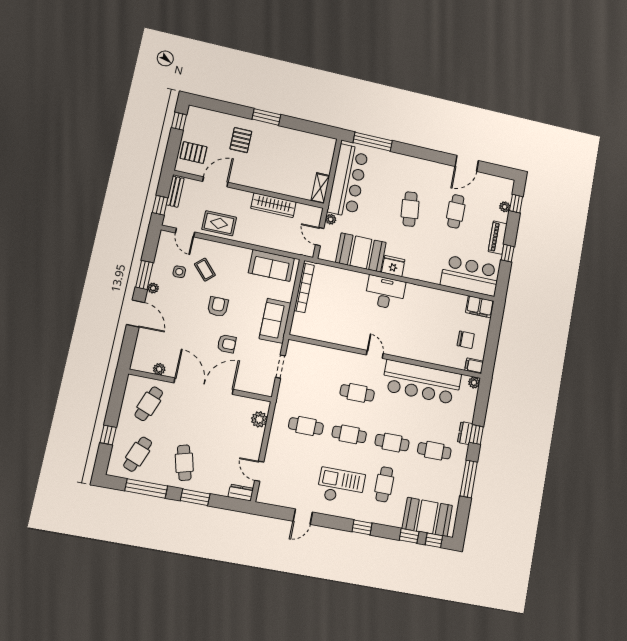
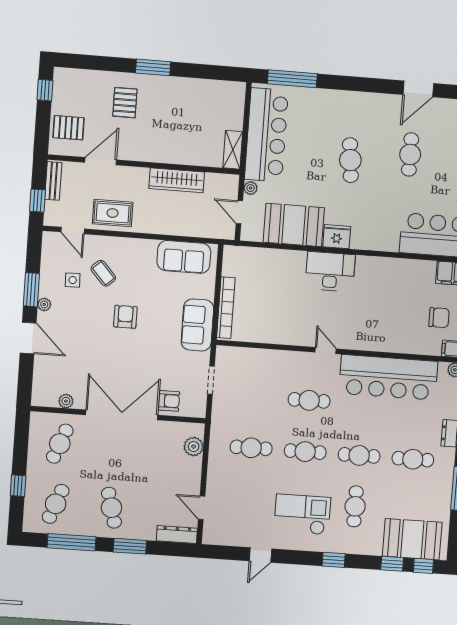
bookcase: (304, 288) -> (226, 308), moved
armchair: (227, 344) -> (169, 401), moved
dresser: (241, 493) -> (177, 535), width x1.44

